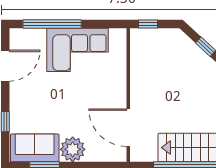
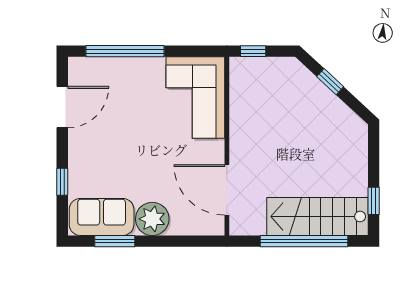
corner sofa: (77, 50) -> (195, 98), moved, turned 90

